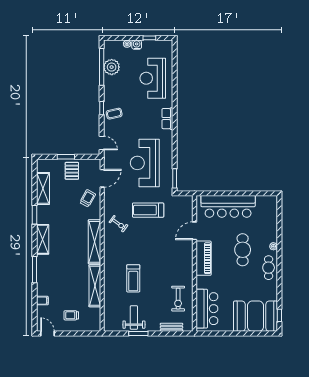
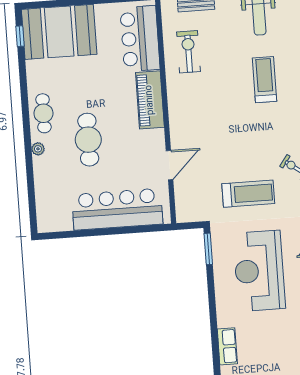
reception desk: (145, 163) -> (259, 271), turned 180
piano: (204, 258) -> (150, 100), moved

